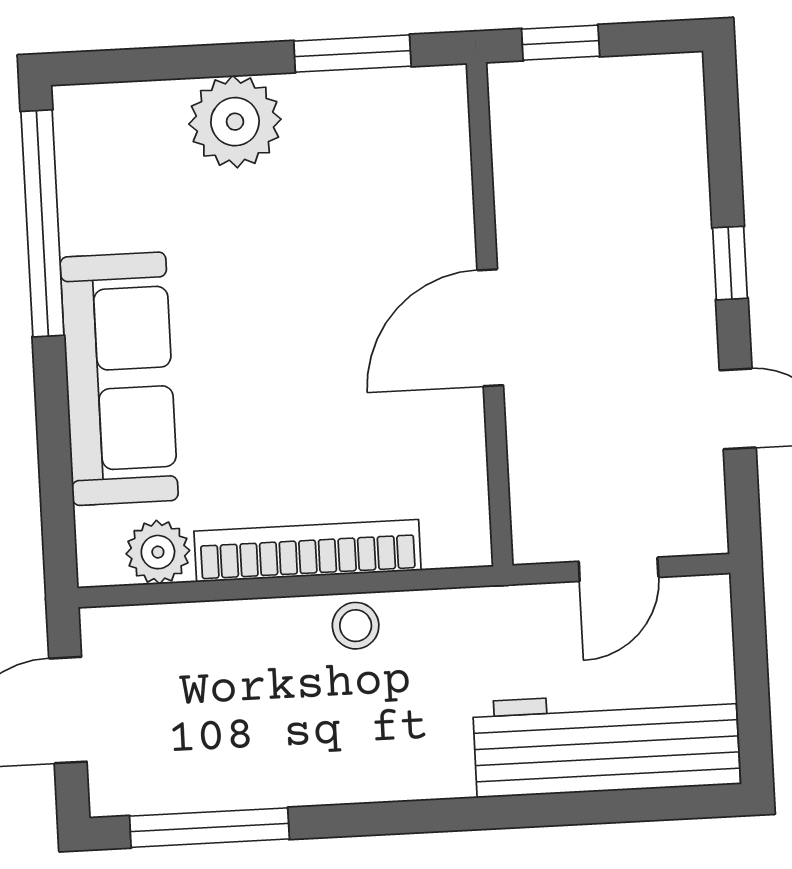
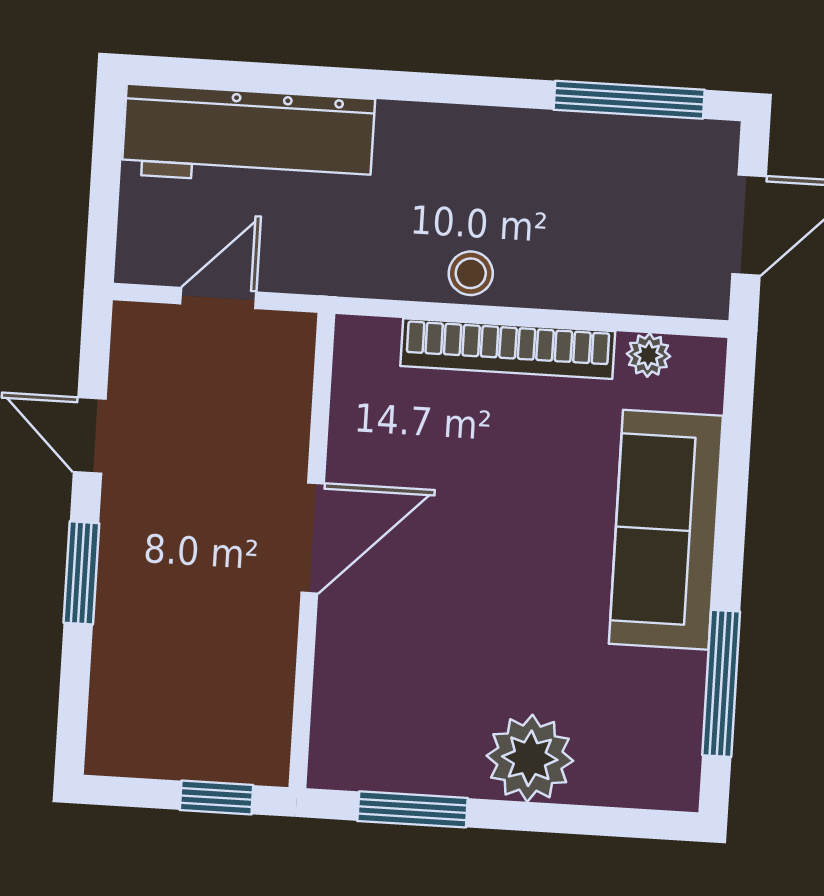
window: (42, 223) -> (721, 683), width x0.68
window: (730, 263) -> (81, 573), width x1.50
plant: (158, 552) -> (648, 355), width x0.73, depth x0.73

